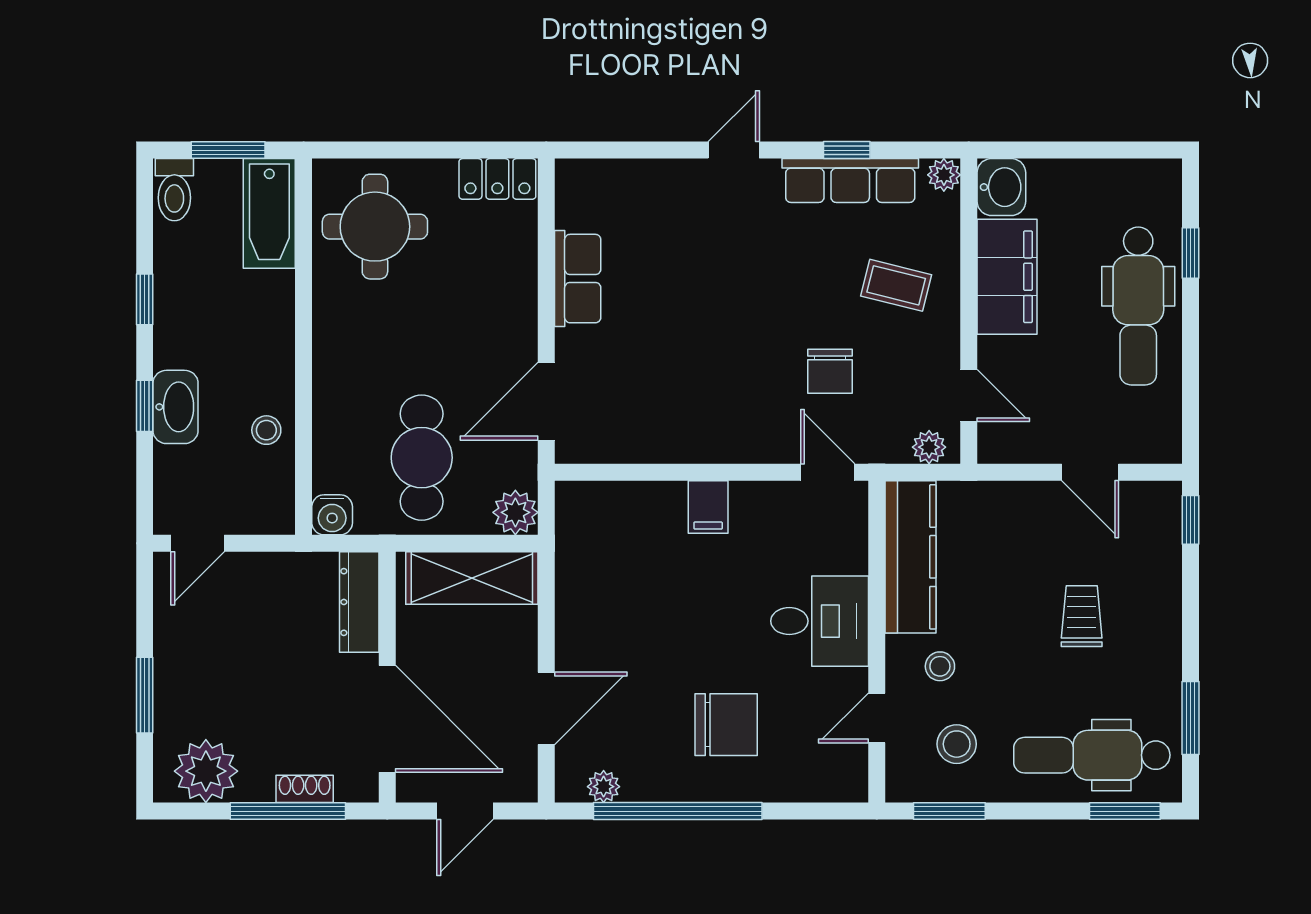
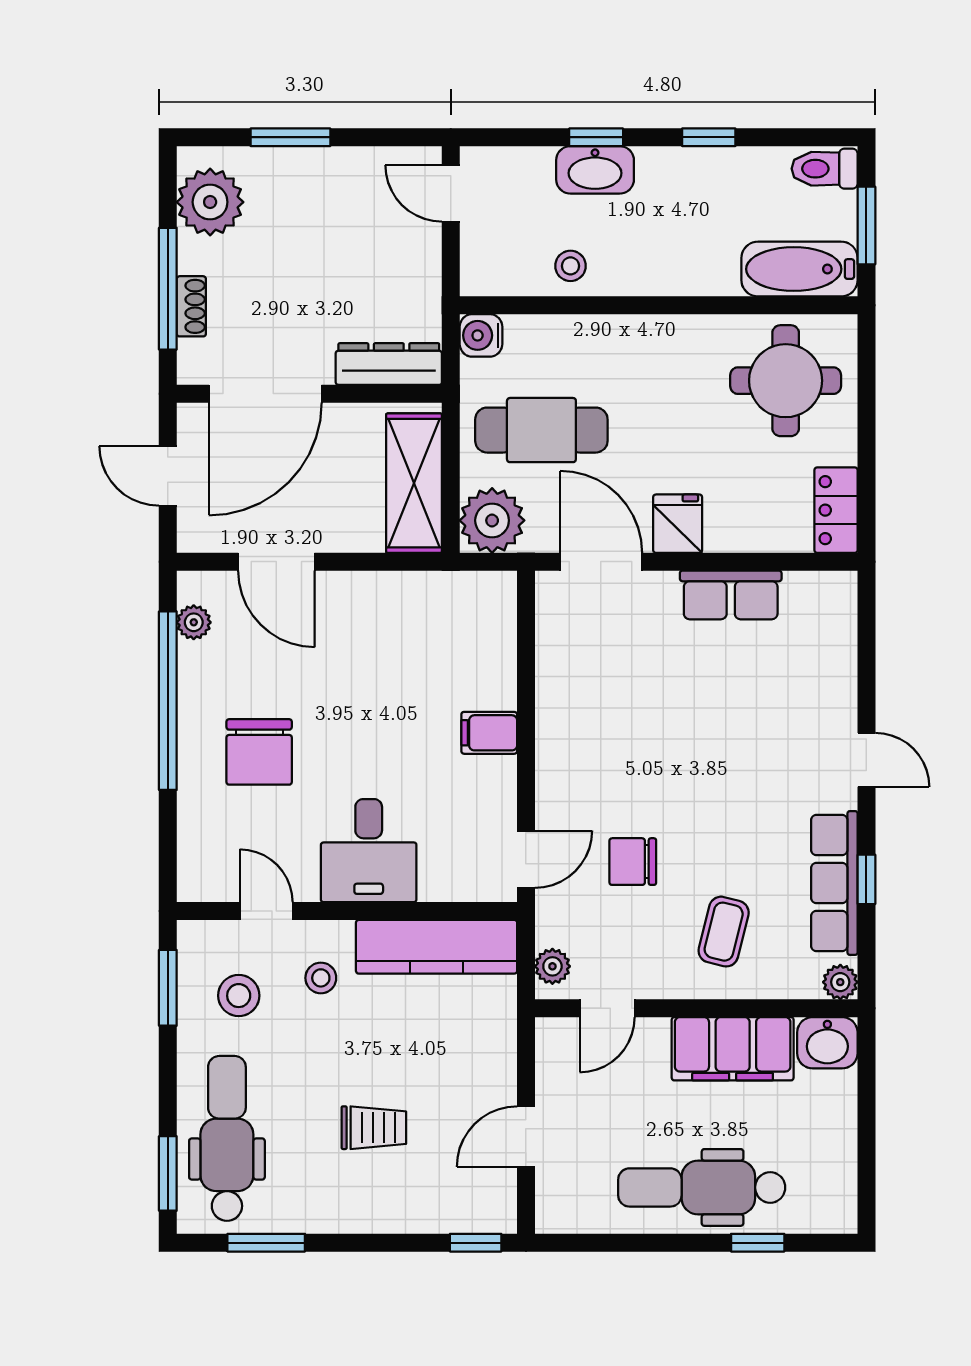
fridge: (510, 329) -> (678, 524), added
plant: (515, 512) -> (492, 520), width x1.36, depth x1.36

